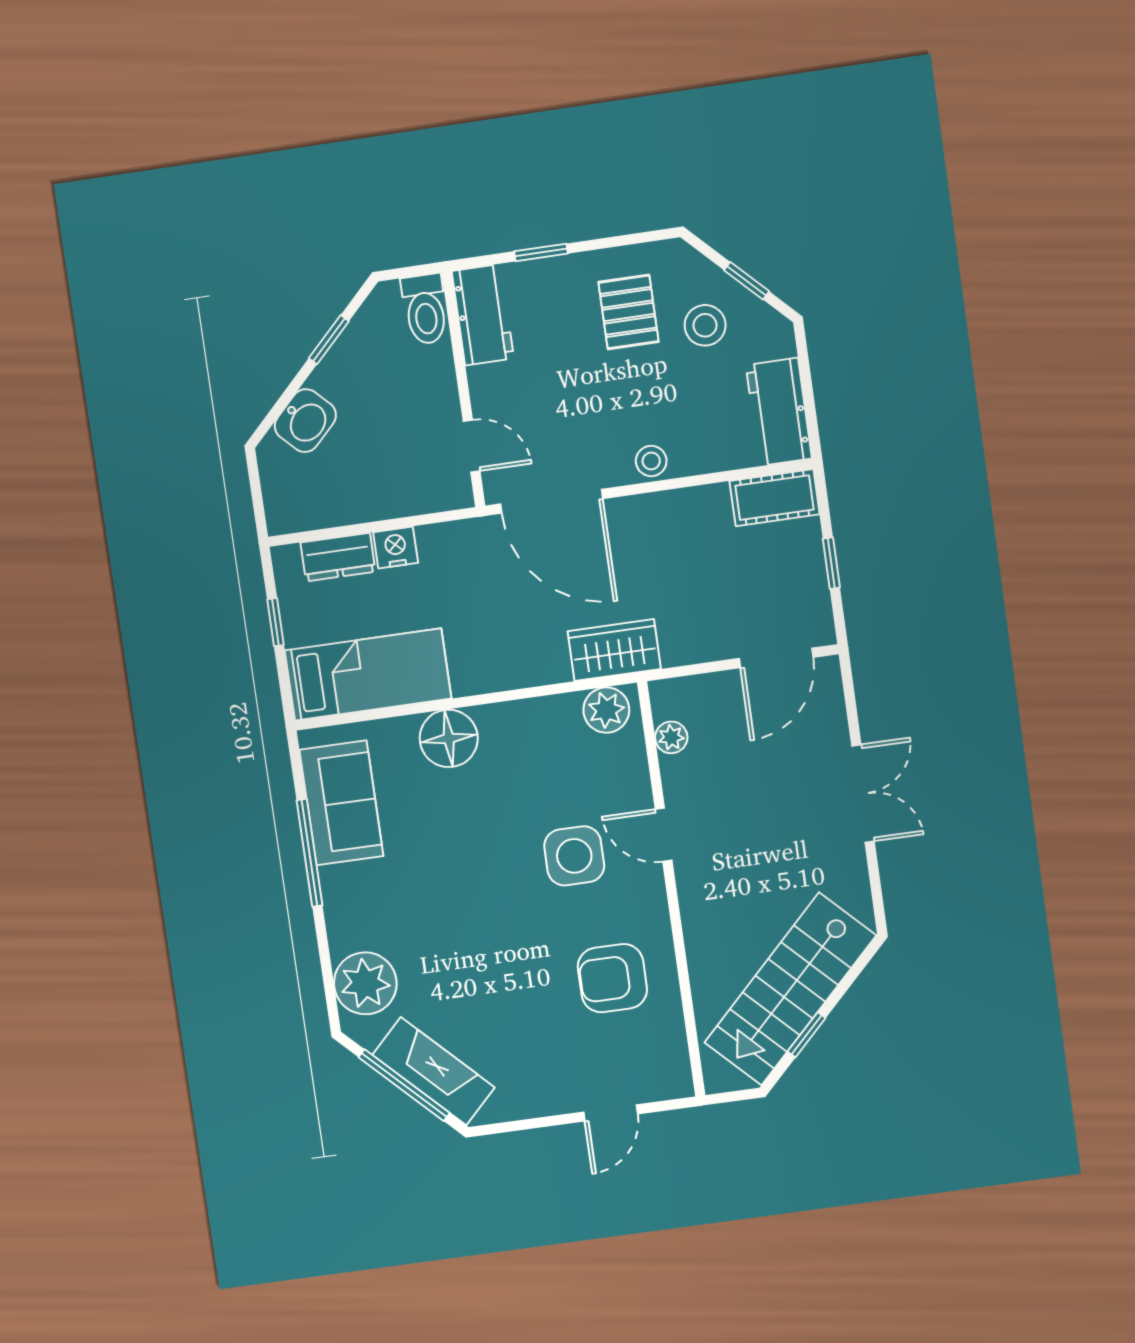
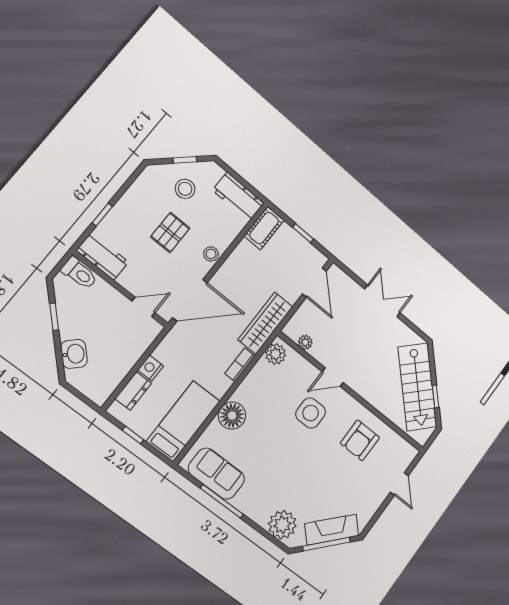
pallet: (628, 312) -> (170, 232), moved, turned 90
wardrobe: (614, 650) -> (265, 323), width x1.50
bookcase: (535, 673) -> (240, 365), added

